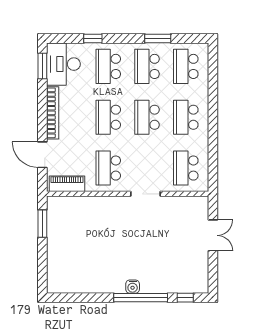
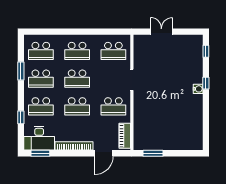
window: (141, 298) -> (206, 83), width x0.32

